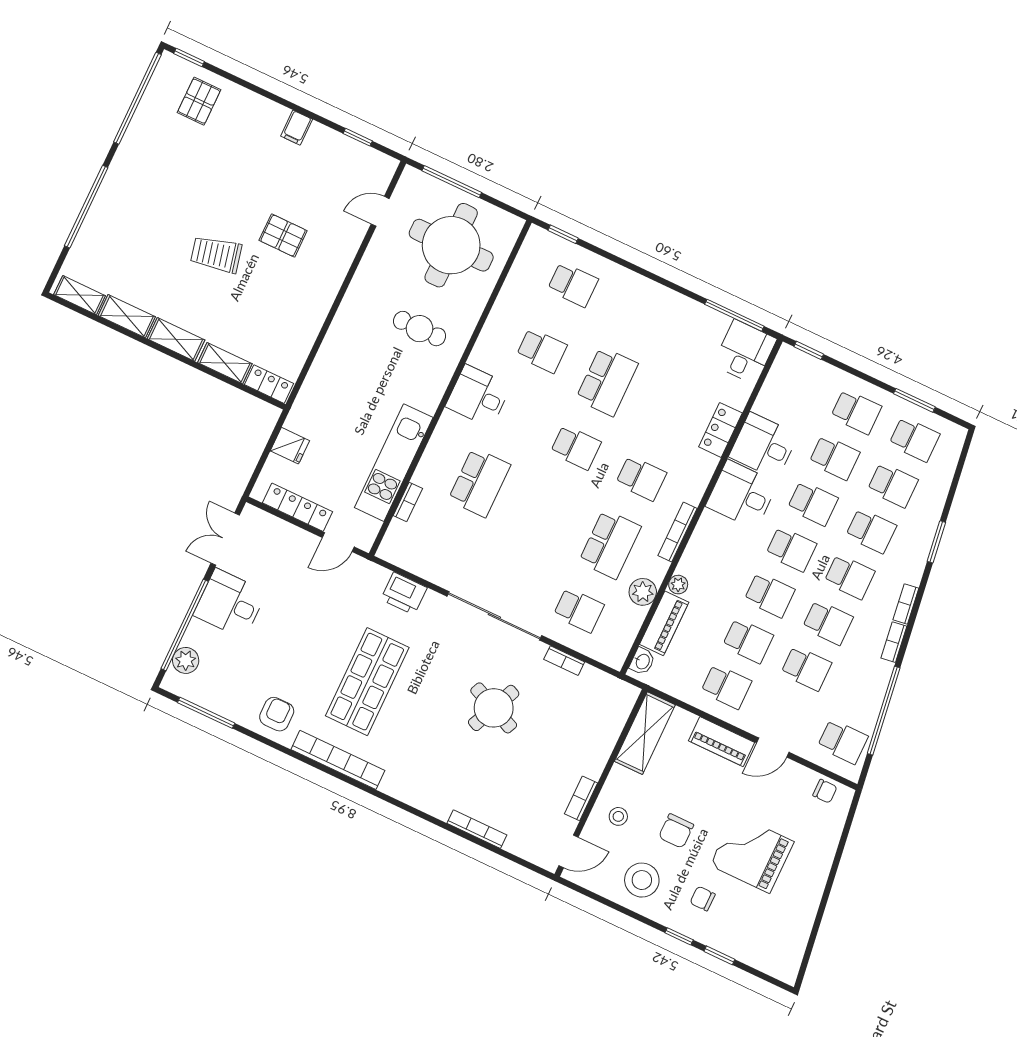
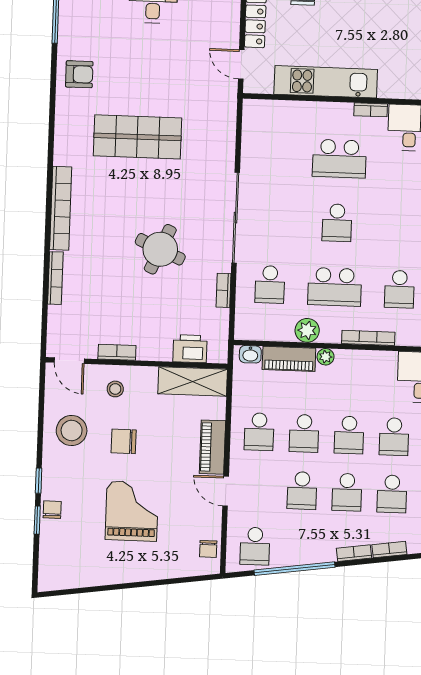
school desk: (576, 447) -> (337, 223), moved
bookcase: (408, 502) -> (371, 110), moved
printer: (404, 593) -> (190, 349), moved, turned 90
bookcase: (338, 760) -> (61, 208), moved
chair: (703, 899) -> (52, 510), moved

